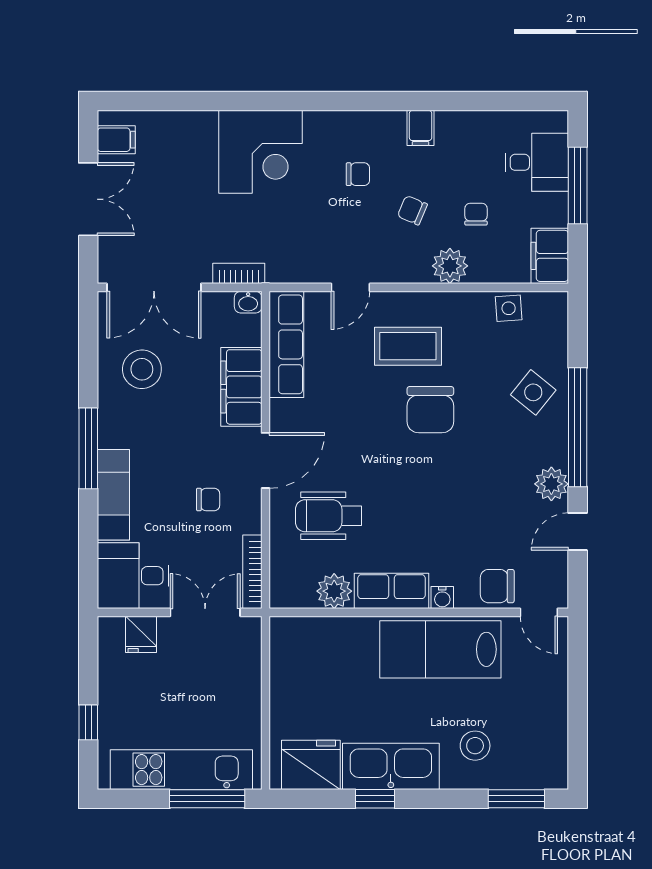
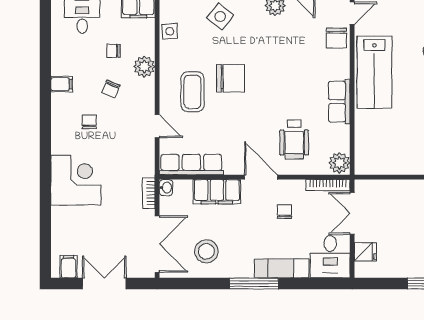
plant: (334, 591) -> (339, 163), moved
water cooler: (442, 598) -> (343, 71), removed

